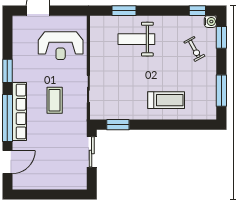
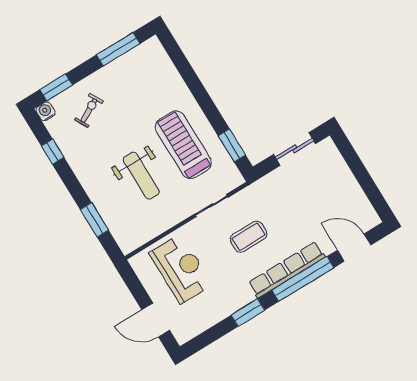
window: (197, 11) -> (53, 152), moved
weight bench: (136, 39) -> (141, 176), moved
treadmill: (166, 100) -> (183, 145), moved, width x1.37, depth x1.38
sliding door: (92, 152) -> (295, 149), moved

